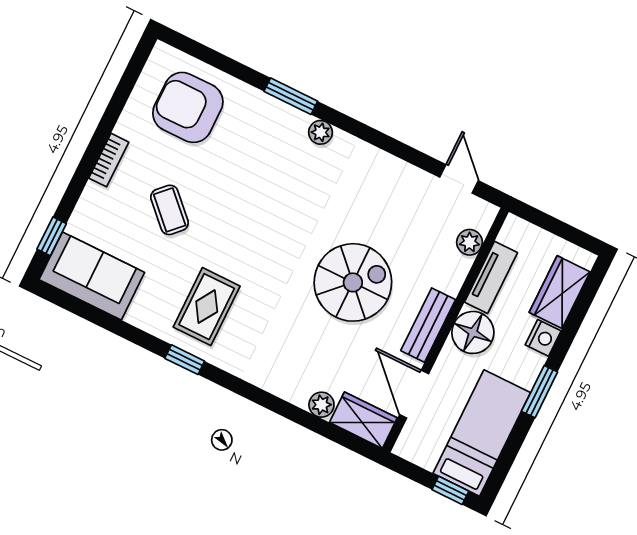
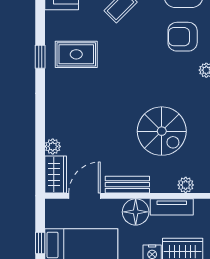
armchair: (256, 143) -> (183, 37), added
spiral stairs: (353, 282) -> (162, 131), moved

